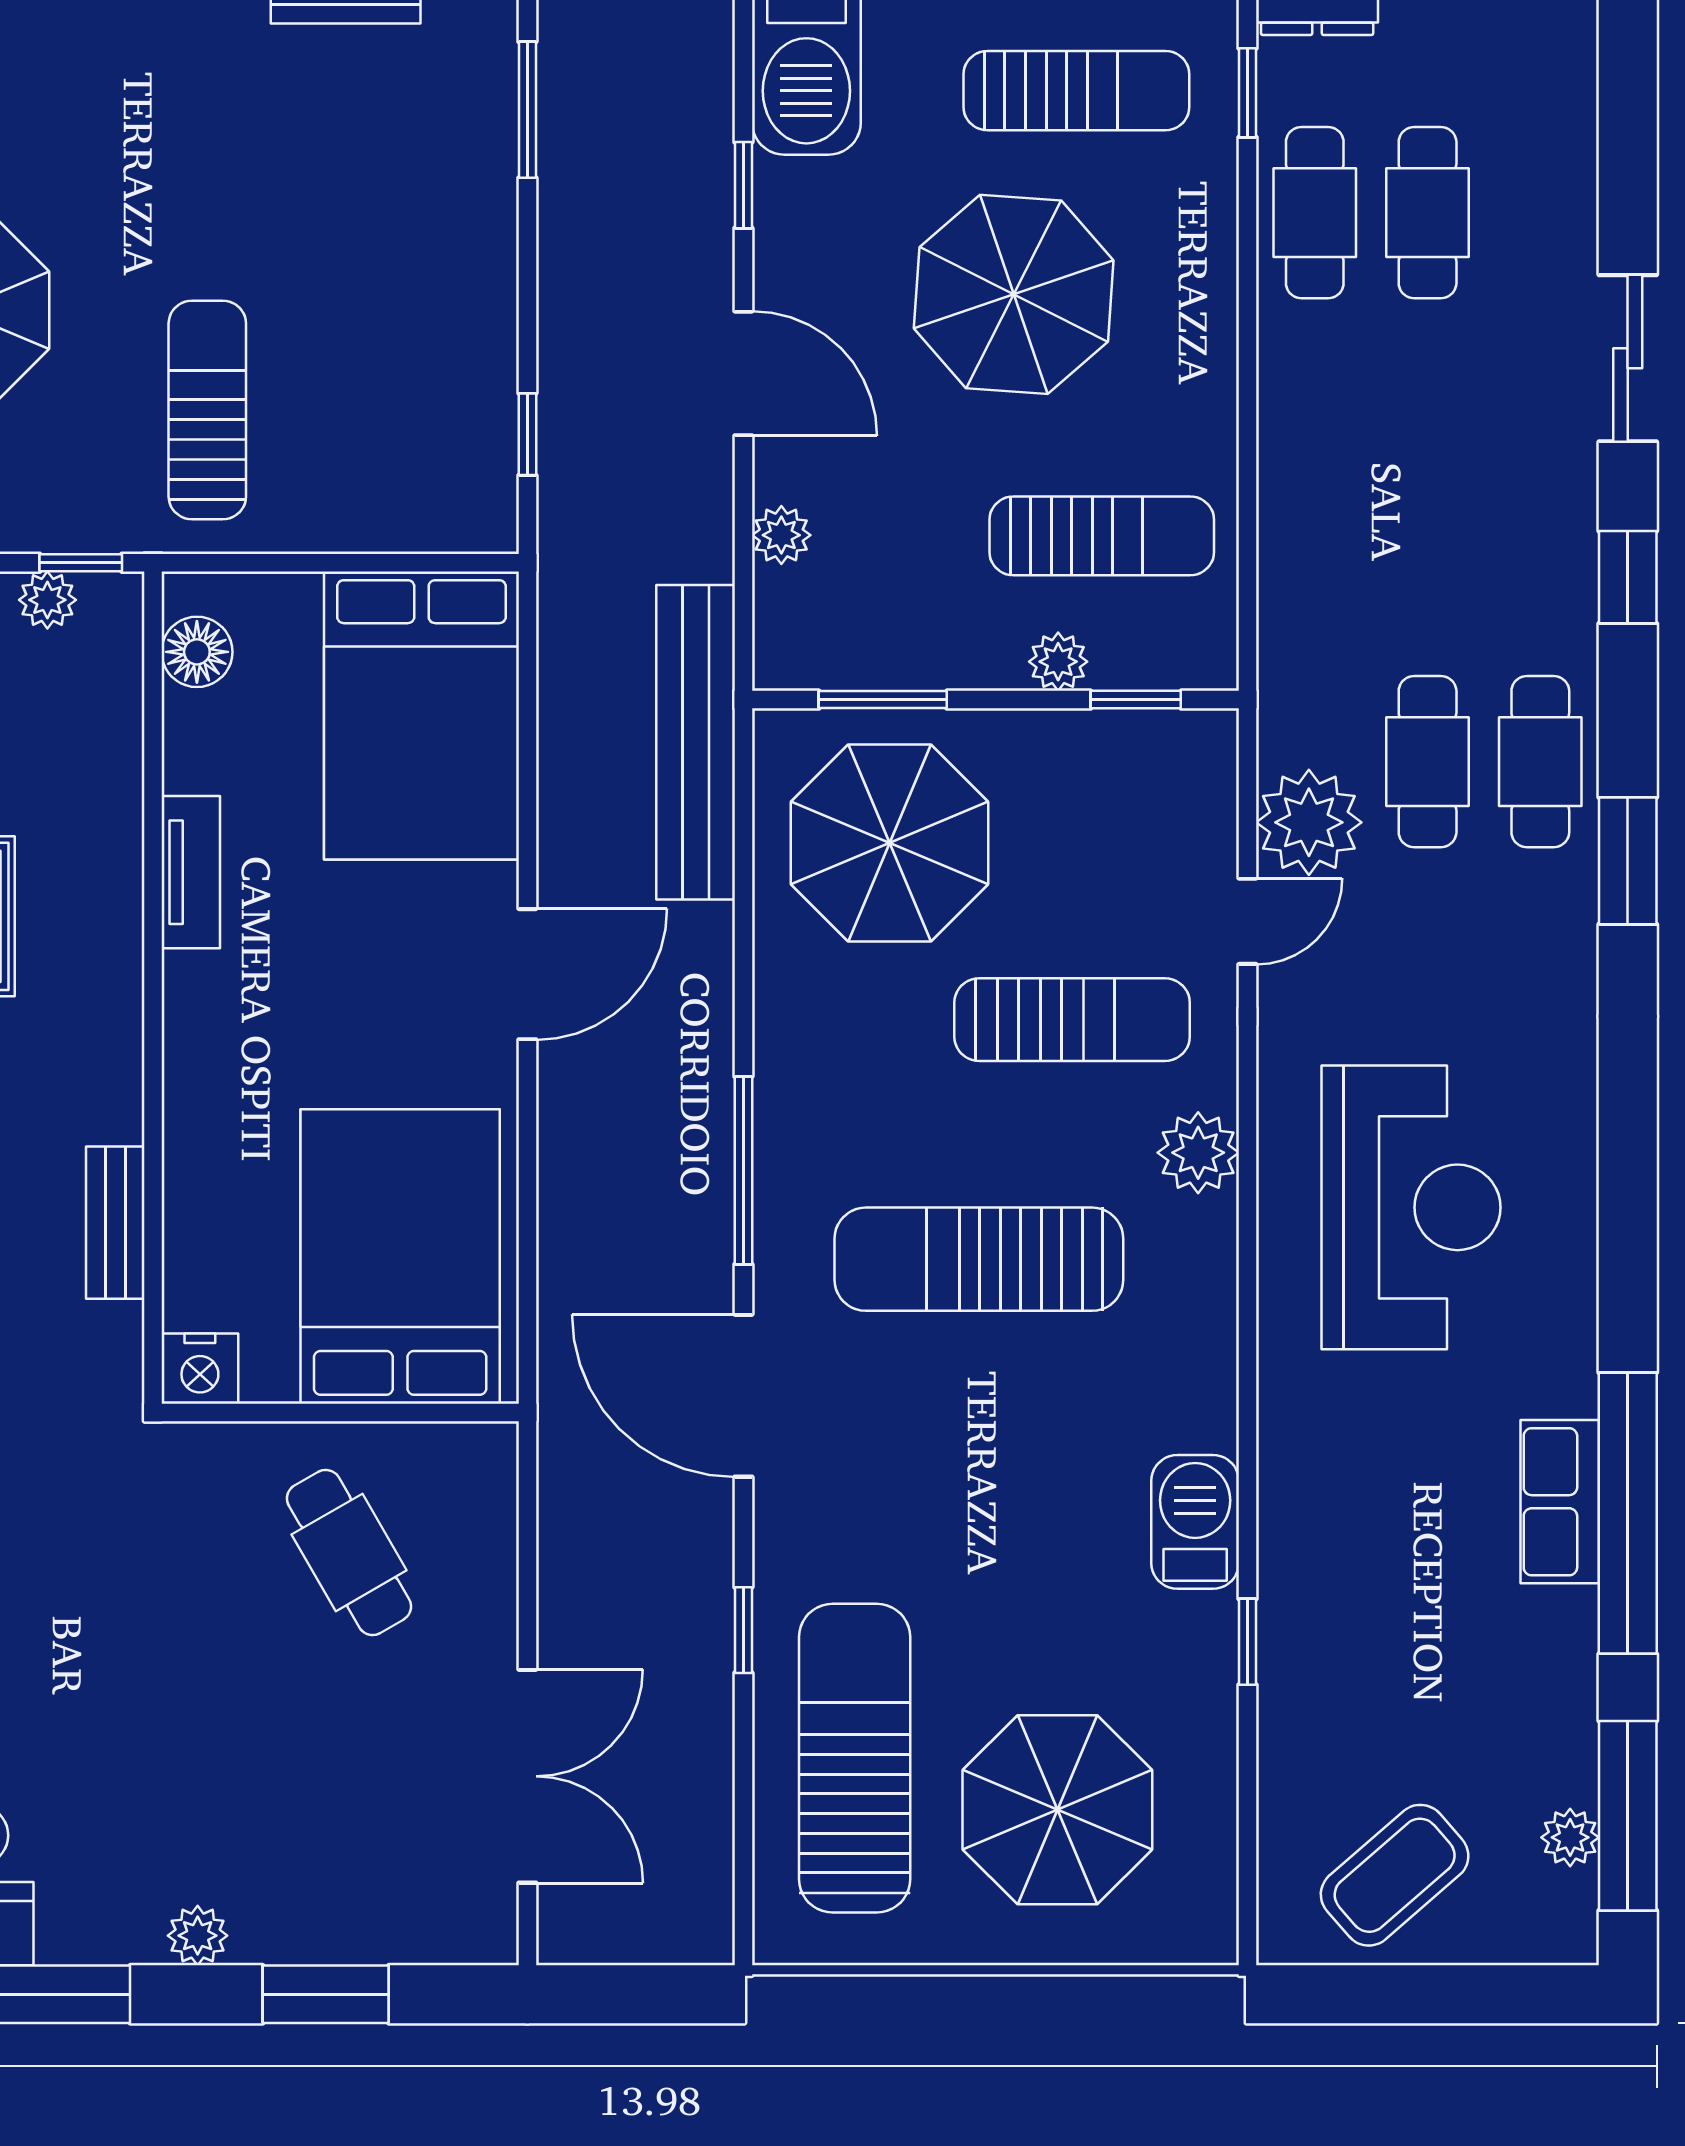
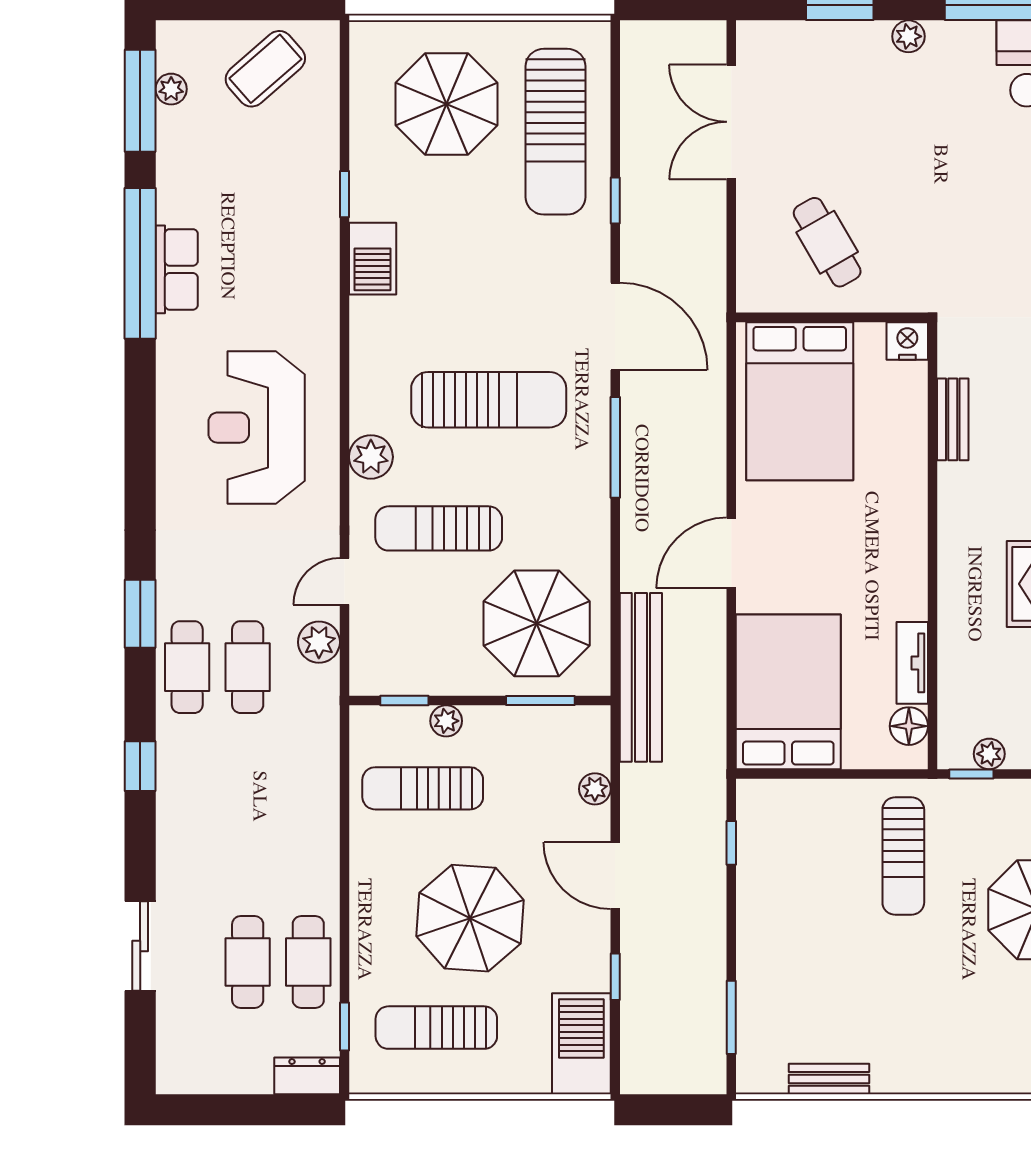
sliding door: (1628, 358) -> (140, 946), moved
plant: (1309, 822) -> (319, 642), width x0.73, depth x0.73
tv unit: (191, 872) -> (912, 663), moved

